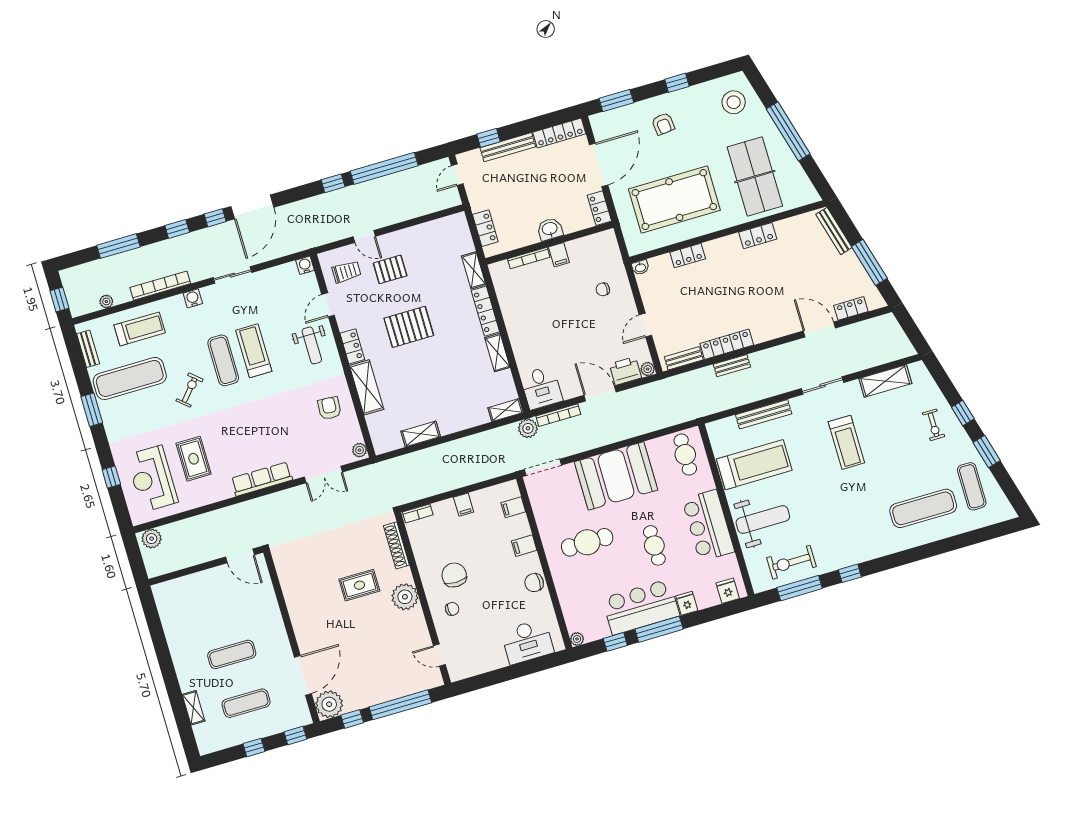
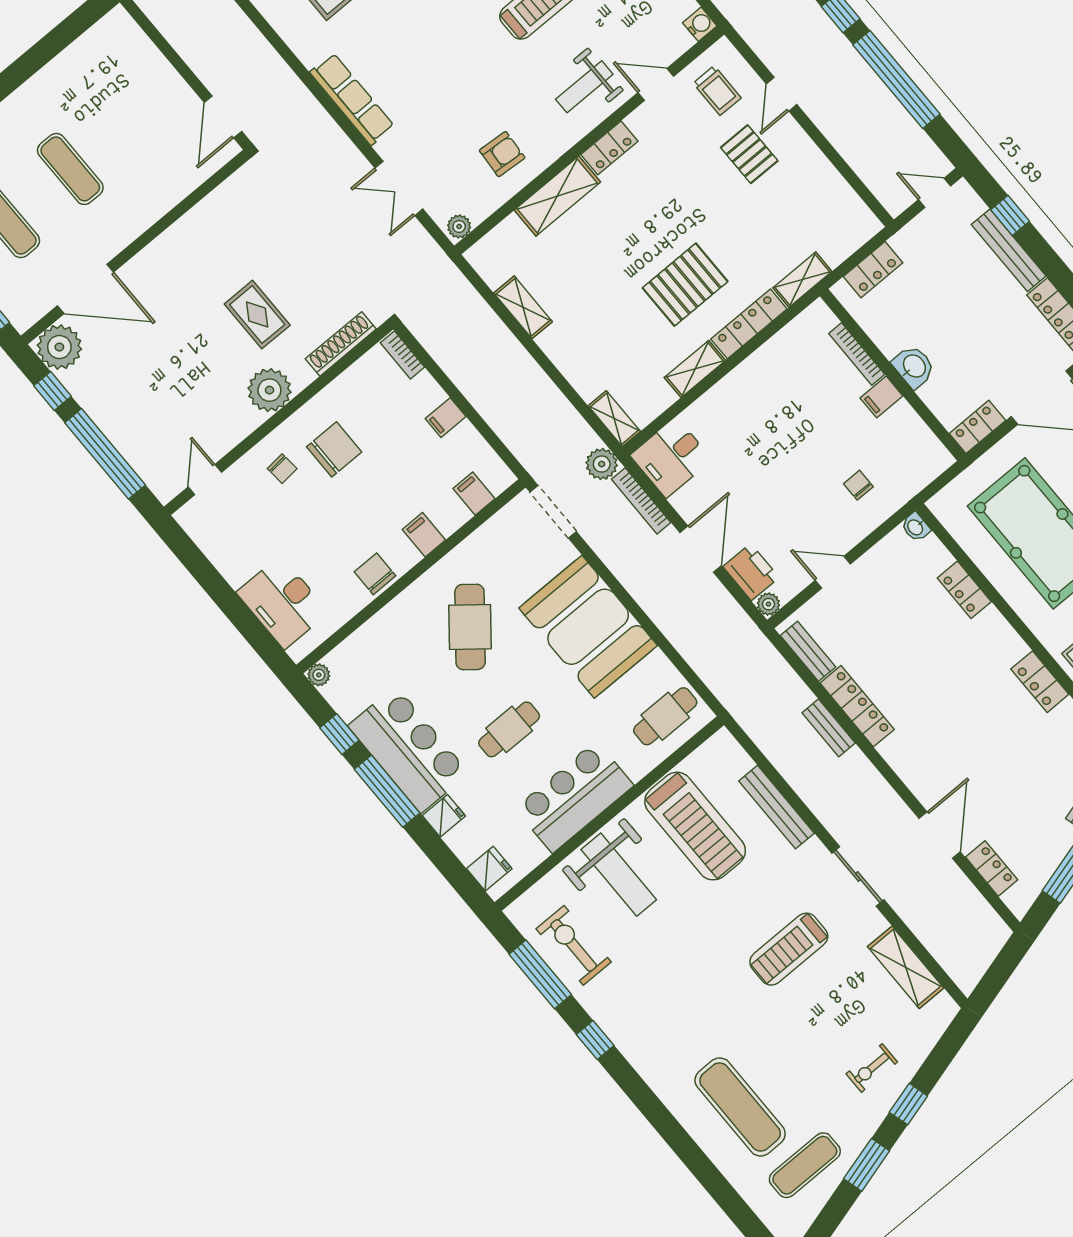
pallet: (409, 327) -> (685, 285), moved, turned 90
cafe table: (587, 542) -> (470, 627), turned 39

